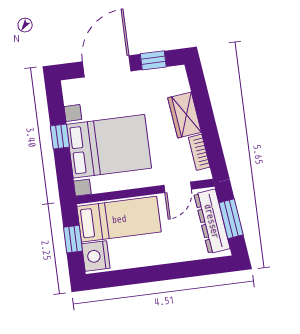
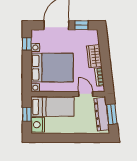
window: (60, 136) -> (27, 44), moved
door: (178, 187) -> (86, 94), swing flipped

